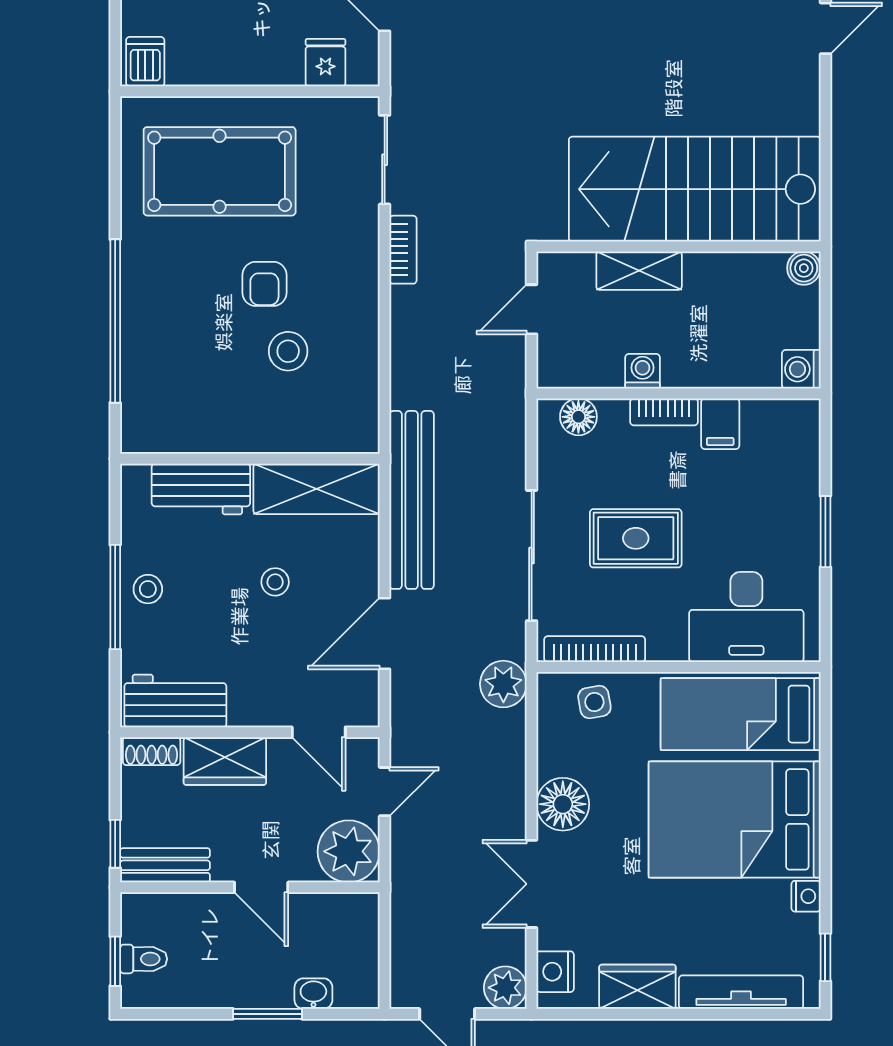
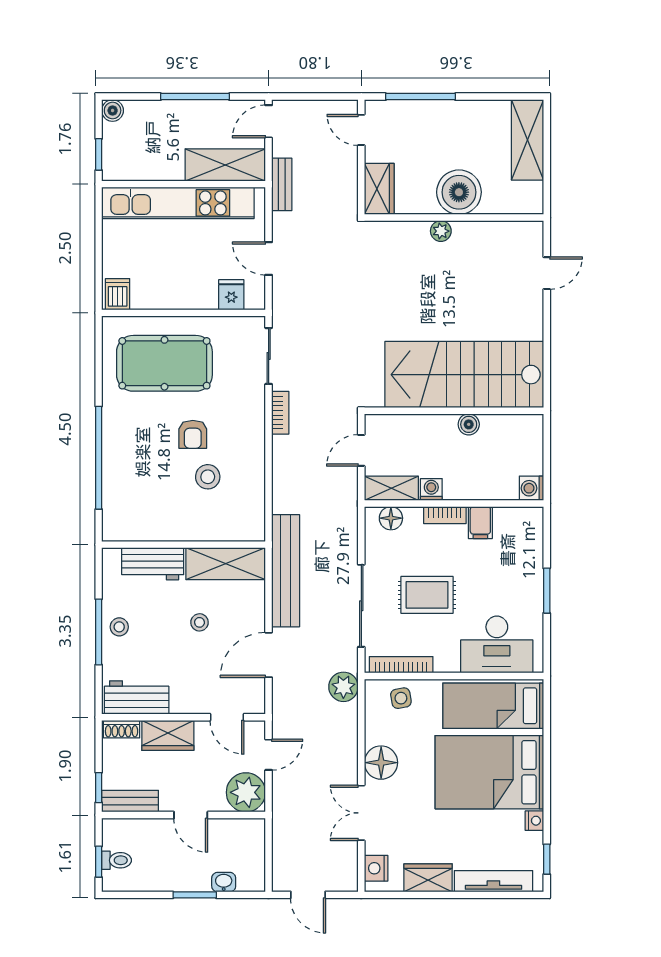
boiler: (804, 268) -> (469, 424), moved
shelving: (639, 271) -> (391, 488), moved
plant: (505, 988) -> (345, 878), removed

